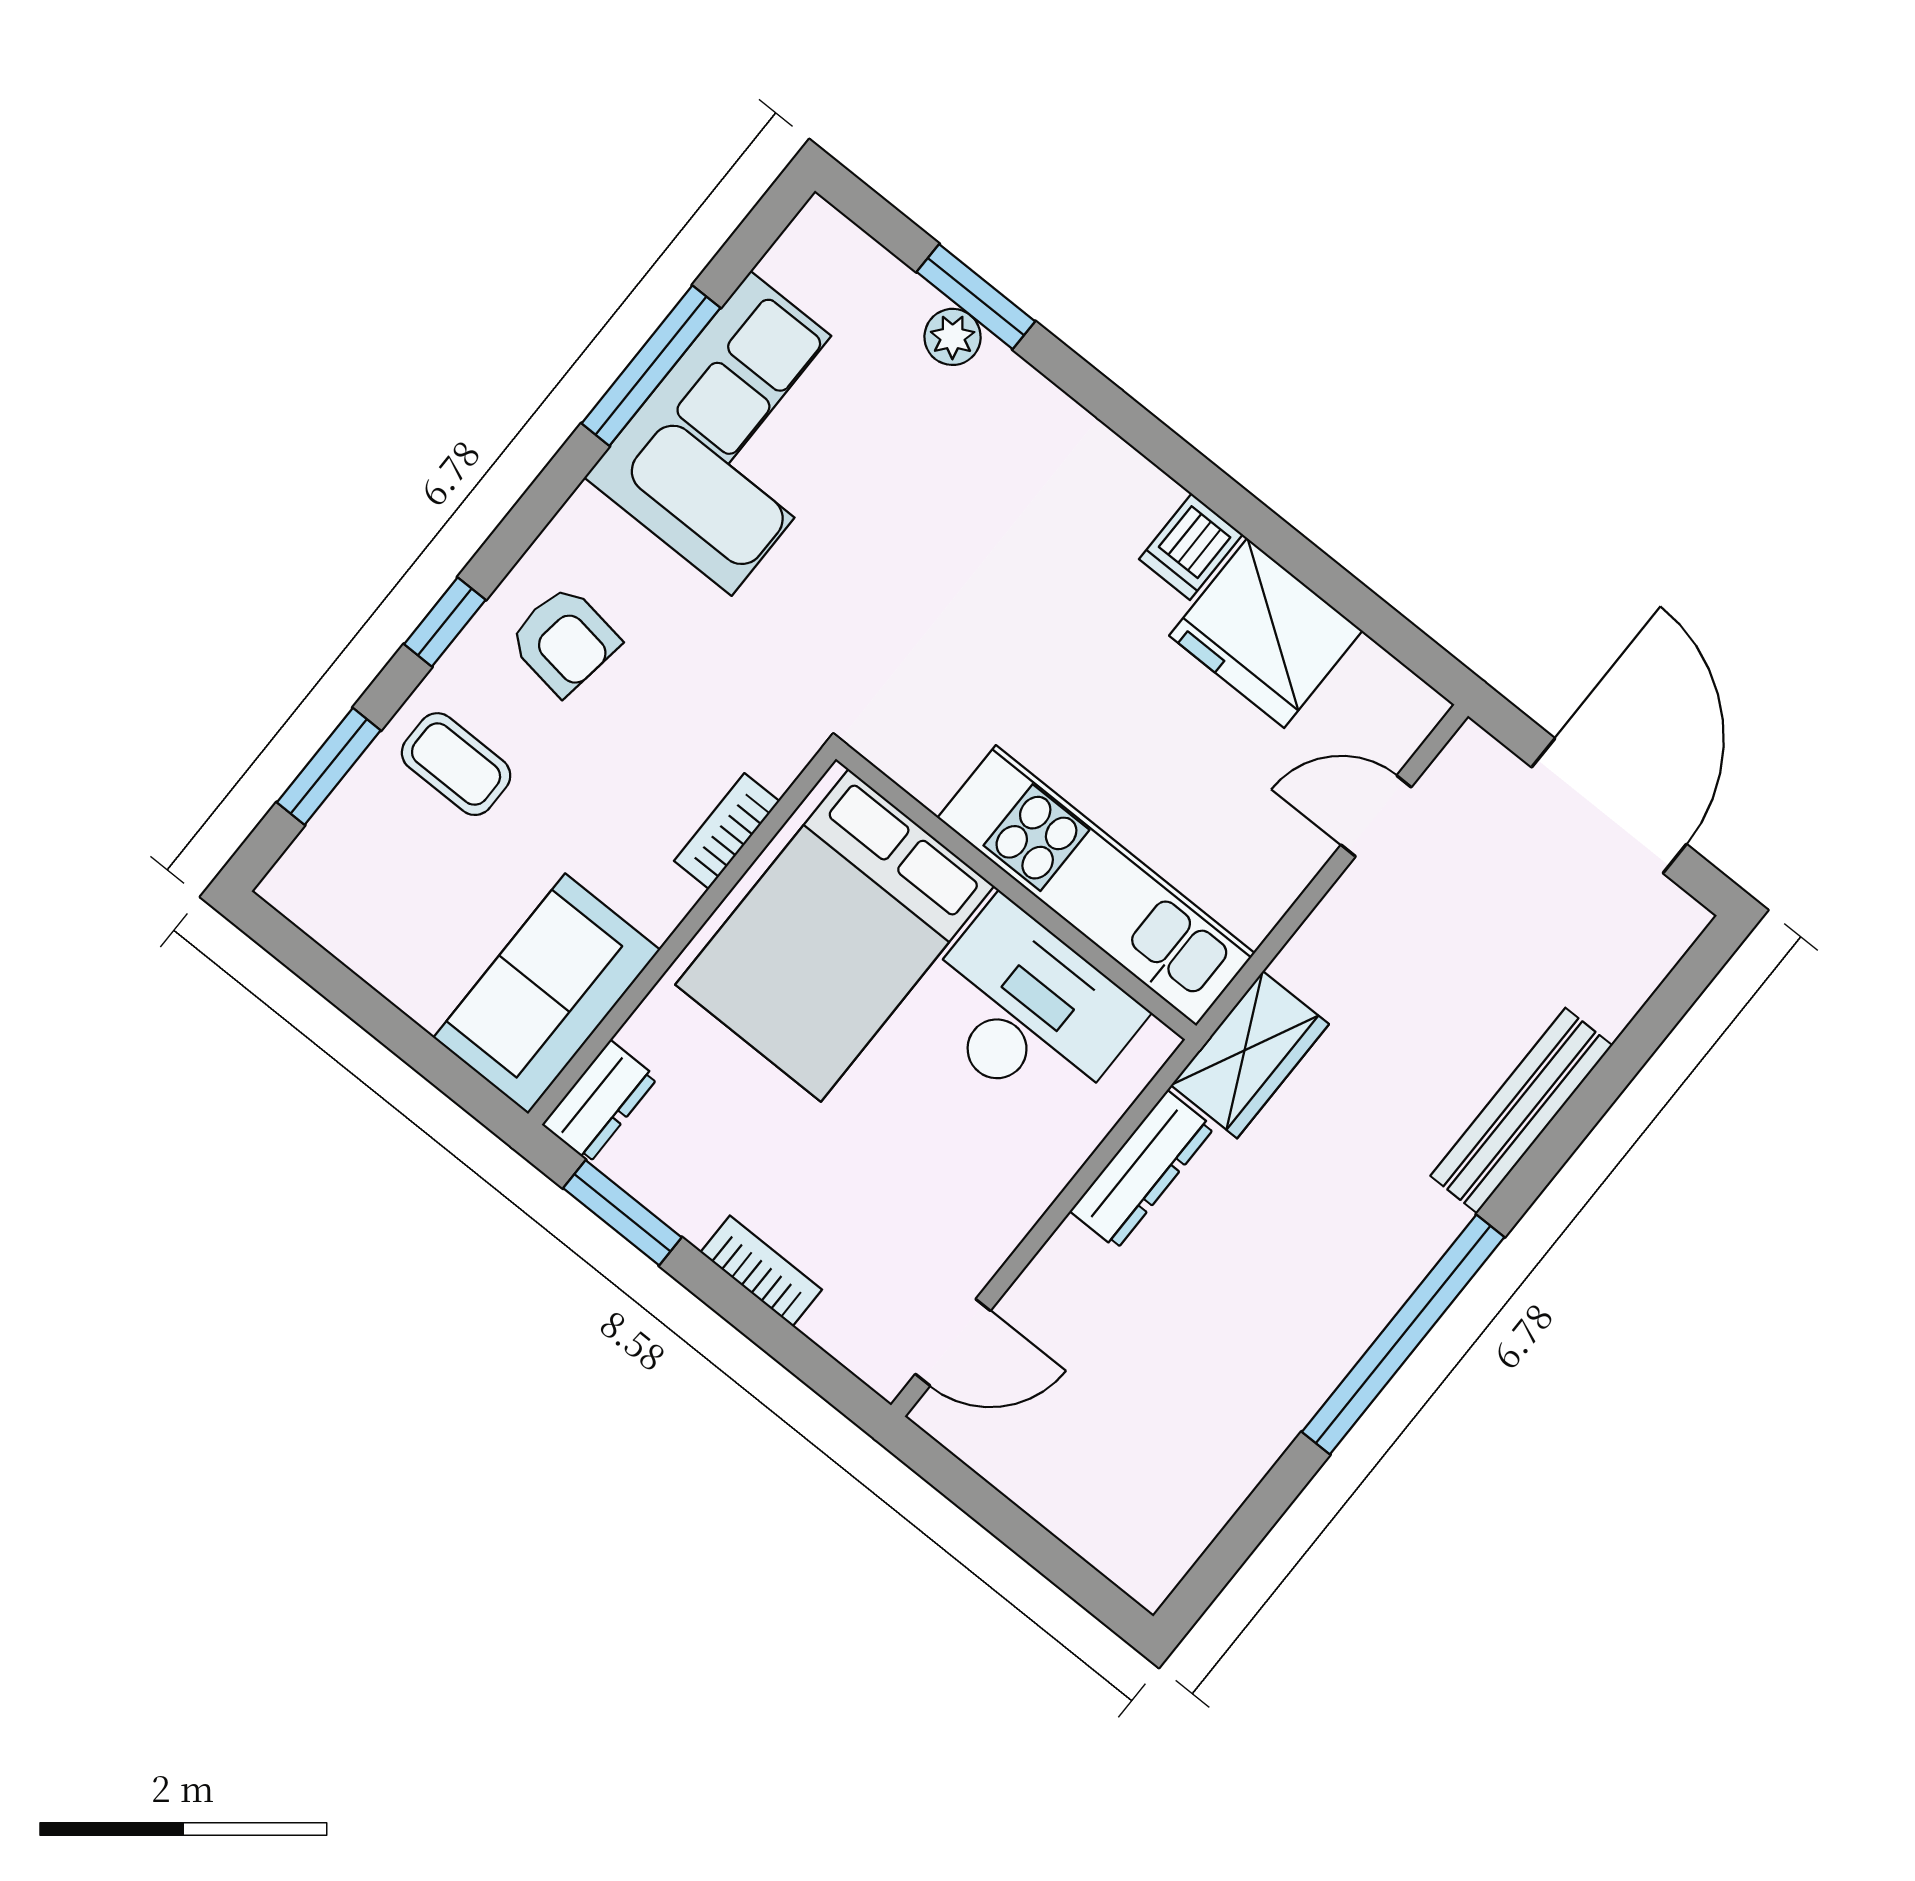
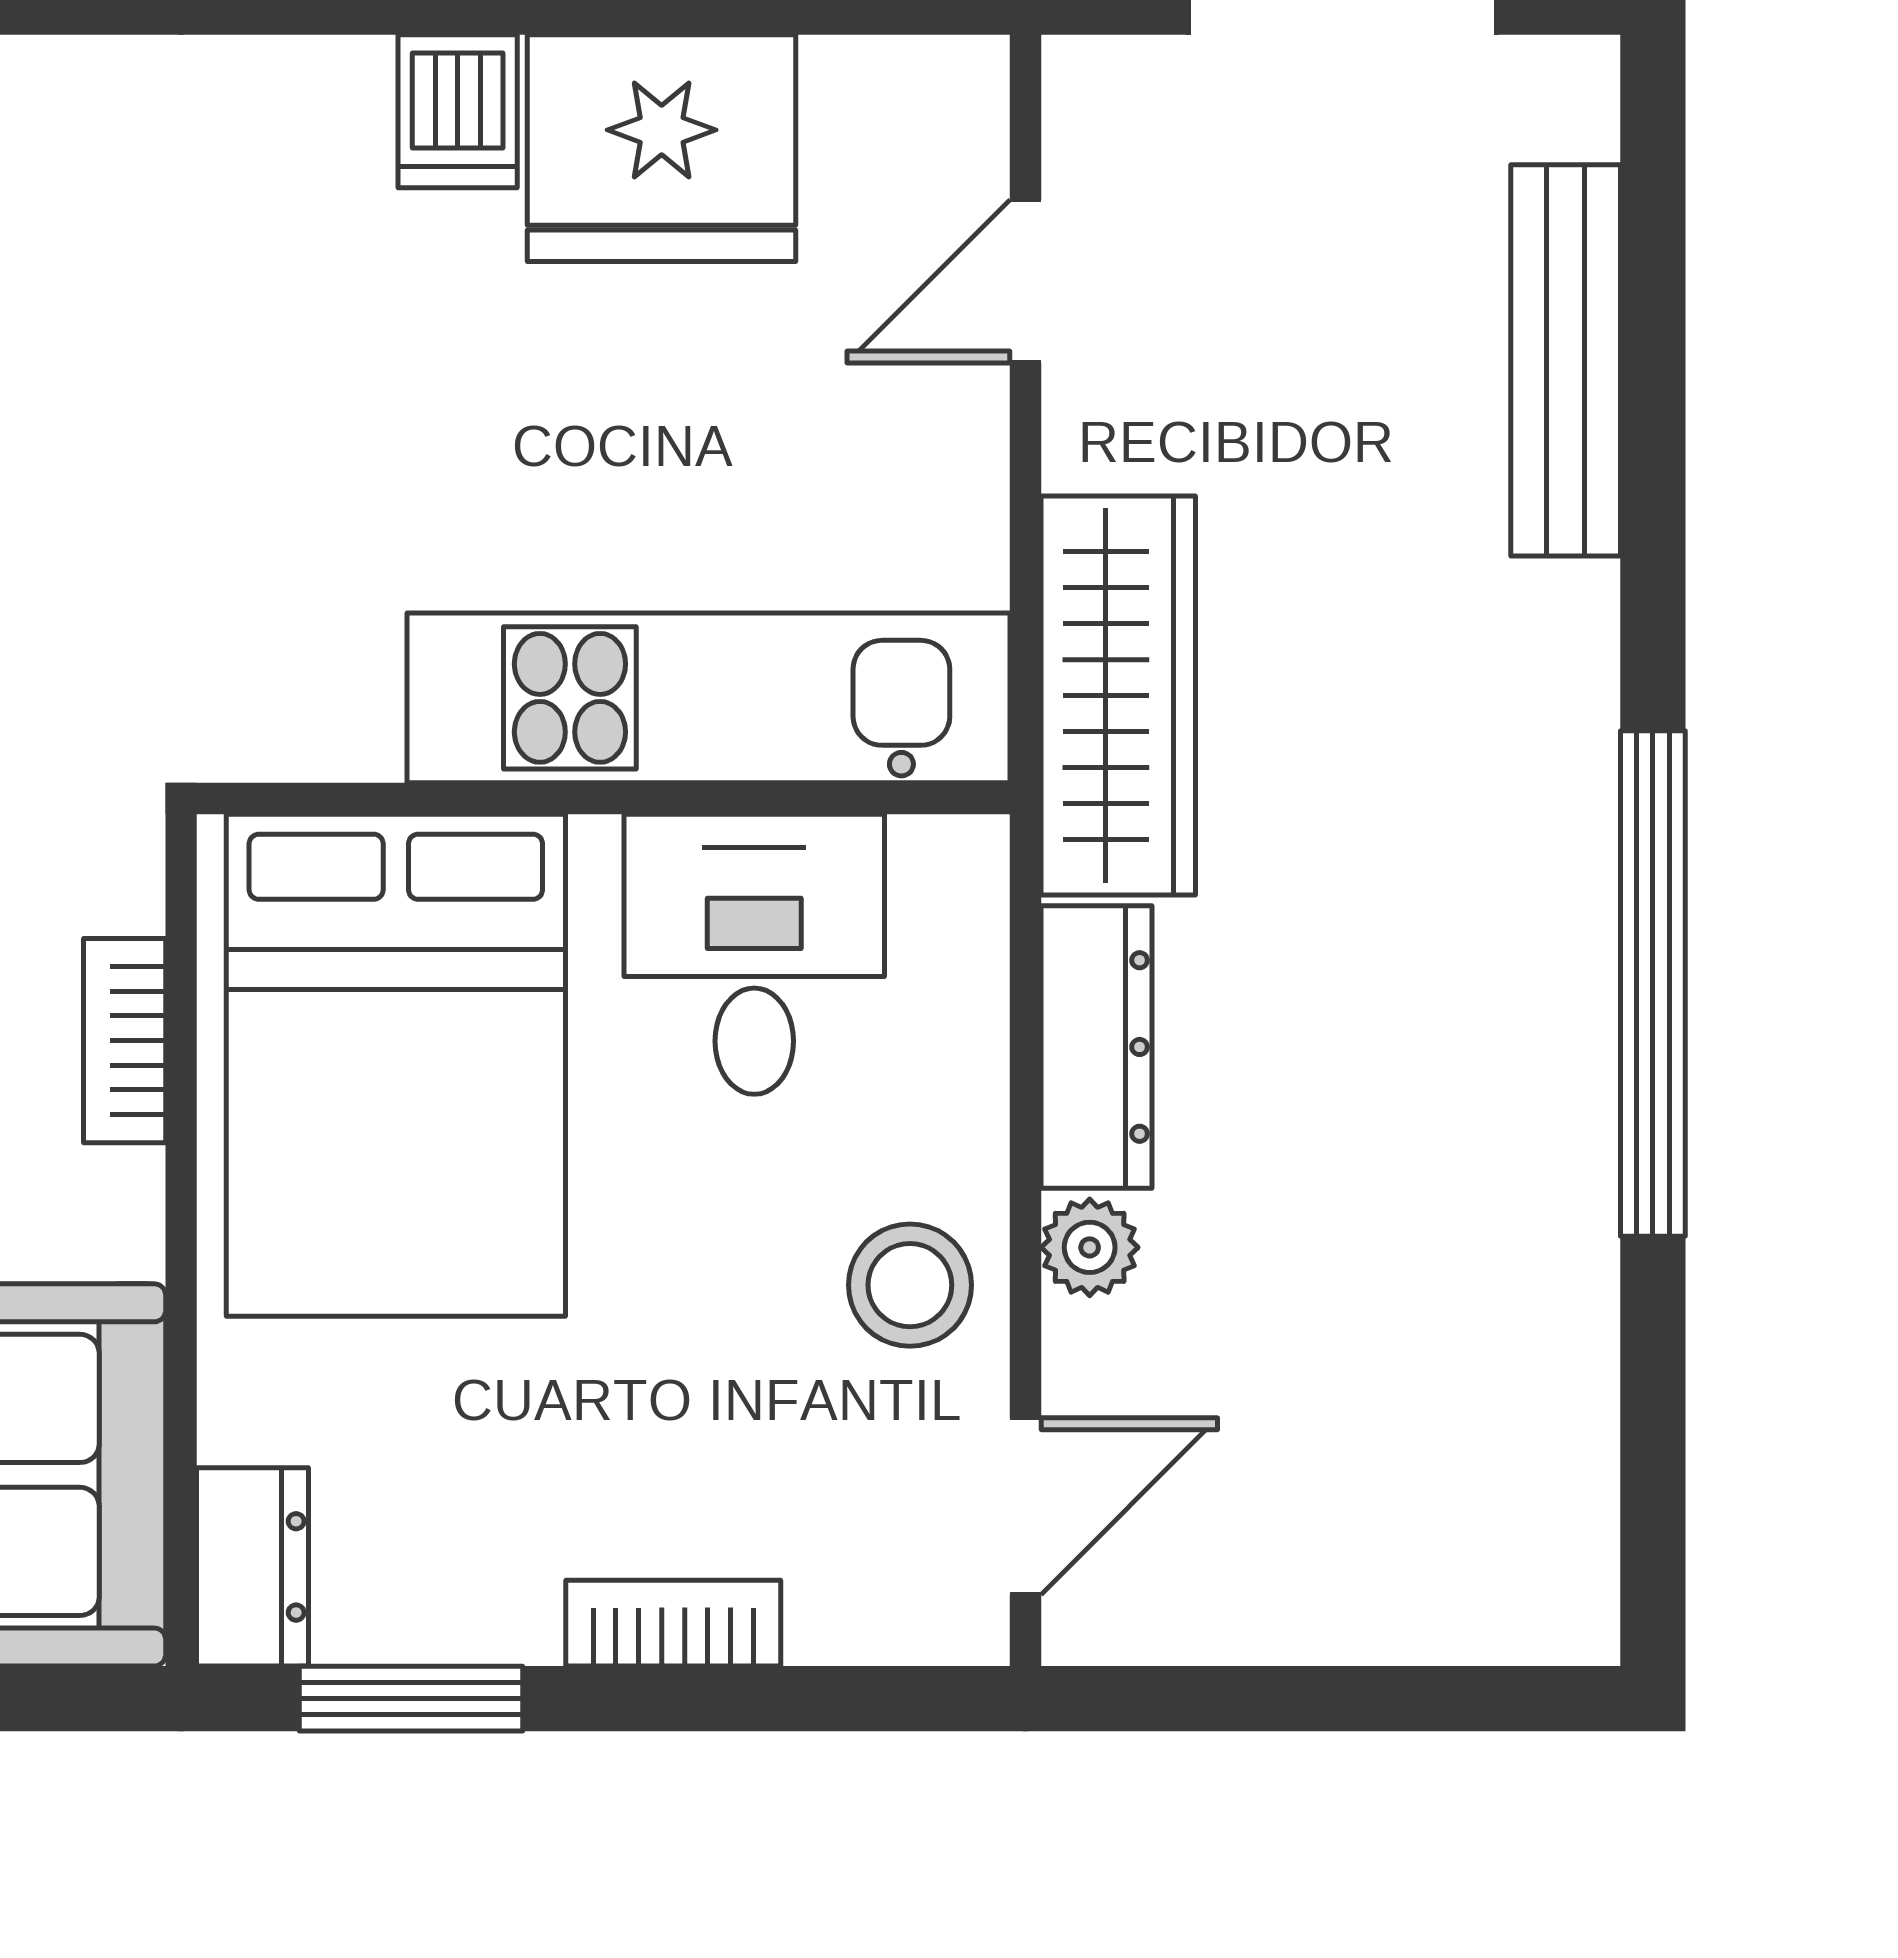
desk: (1027, 1011) -> (754, 954), width x0.73
wardrobe: (1250, 1055) -> (1118, 696), width x1.50
bench: (1521, 1111) -> (1566, 360), moved
stool: (980, 1207) -> (910, 1285), added
plant: (1070, 1253) -> (1090, 1247), added

